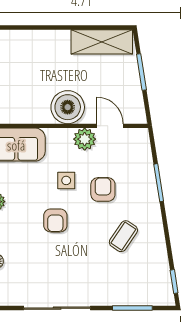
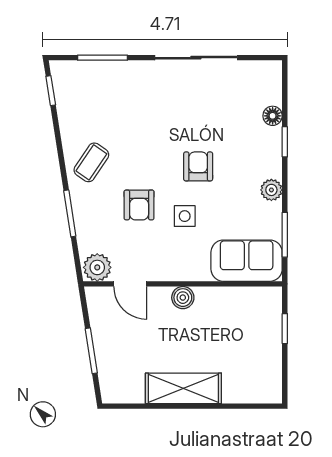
shelving: (102, 42) -> (183, 388), moved
boiler: (68, 107) -> (183, 298), width x0.54, depth x0.54
plant: (85, 139) -> (97, 267), moved
coffee table: (123, 236) -> (91, 162), moved

